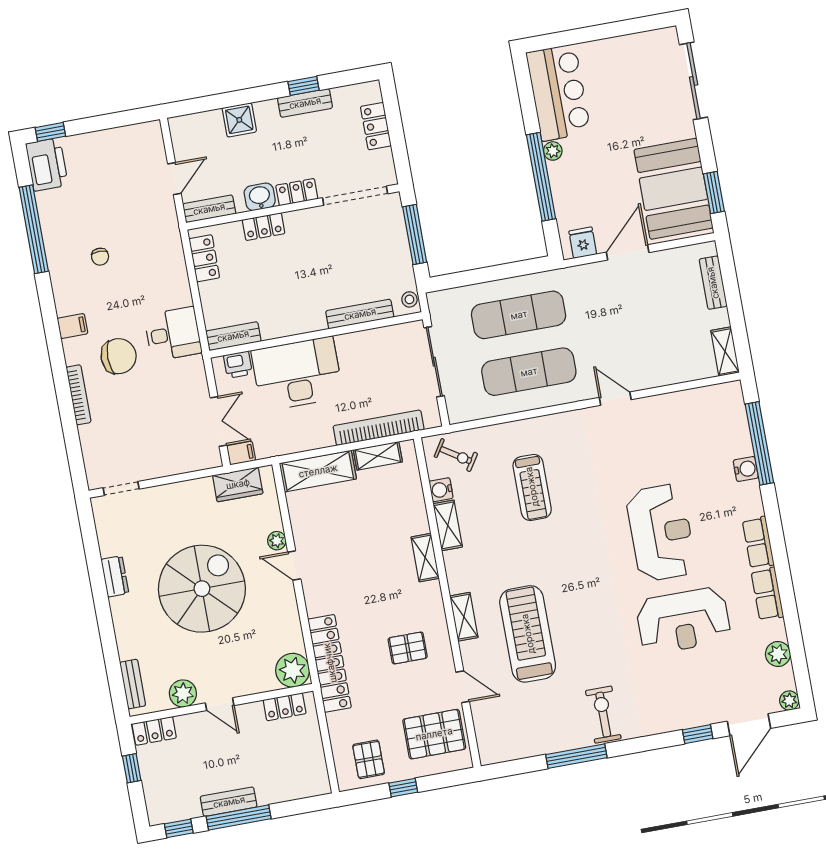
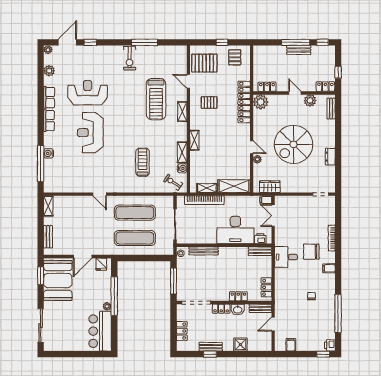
filing cabinet: (126, 140) -> (291, 345), added
printer: (47, 164) -> (330, 345), width x0.53, depth x0.68

